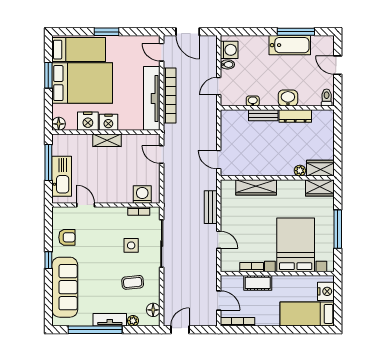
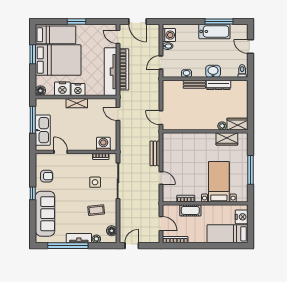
wardrobe: (256, 187) -> (189, 139), removed
wardrobe: (320, 188) -> (227, 139), moved
bed with nightstands: (296, 245) -> (219, 182), width x0.73

